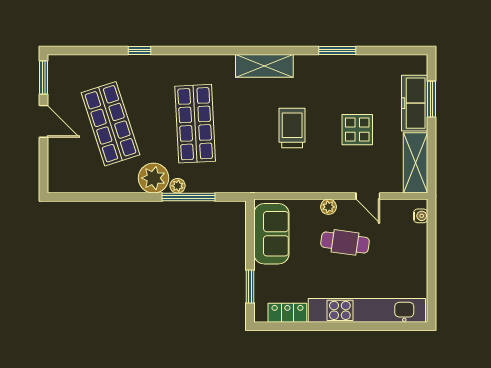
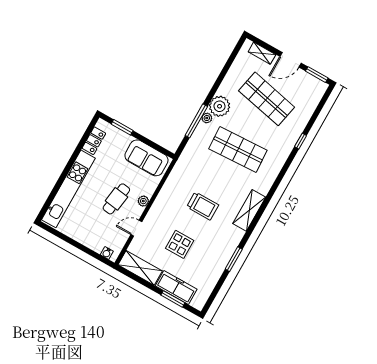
shop shelf: (110, 124) -> (267, 99), turned 30
shelving: (56, 162) -> (262, 53), added

